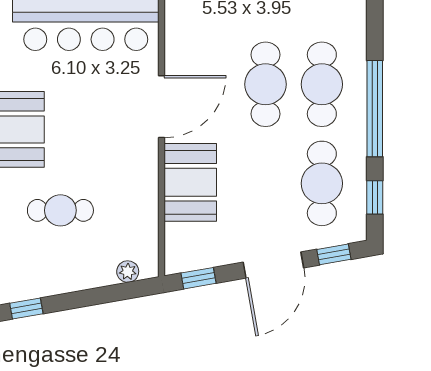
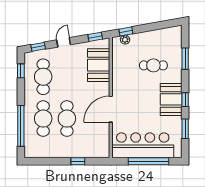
window: (375, 109) -> (21, 126), moved
booth: (190, 182) -> (99, 65), moved
door: (273, 265) -> (64, 42), width x0.53
window: (26, 308) -> (126, 31), moved

